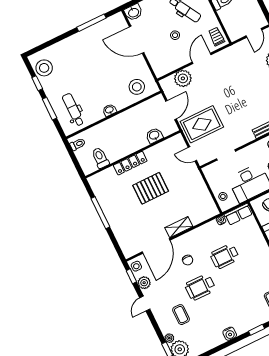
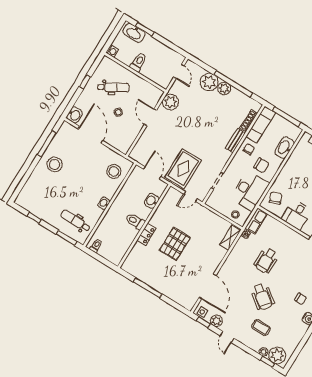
trolley: (216, 37) -> (151, 93), removed
door: (137, 40) -> (90, 135), swing flipped
stool: (44, 68) -> (55, 164), moved
plant: (183, 78) -> (170, 102), moved
window: (50, 109) -> (67, 238), moved
toilet: (100, 158) -> (135, 221), moved
locker: (130, 163) -> (146, 234), width x0.66
shelving: (179, 227) -> (230, 237), moved
chair: (188, 260) -> (301, 299), moved
wheelchair: (200, 287) -> (262, 297), turned -53

